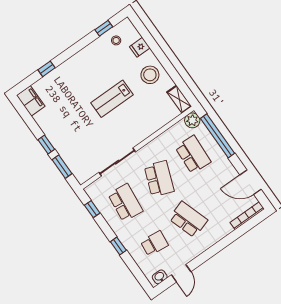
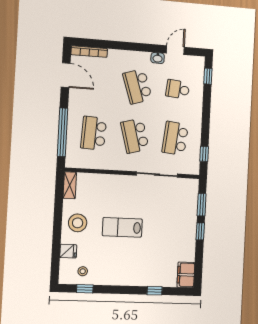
lab bench: (112, 99) -> (122, 227), turned 180
plant: (192, 120) -> (73, 160), removed
school desk: (159, 179) -> (135, 136), turned -36
window: (118, 246) -> (208, 76), moved
washbasin: (160, 277) -> (158, 58), moved

